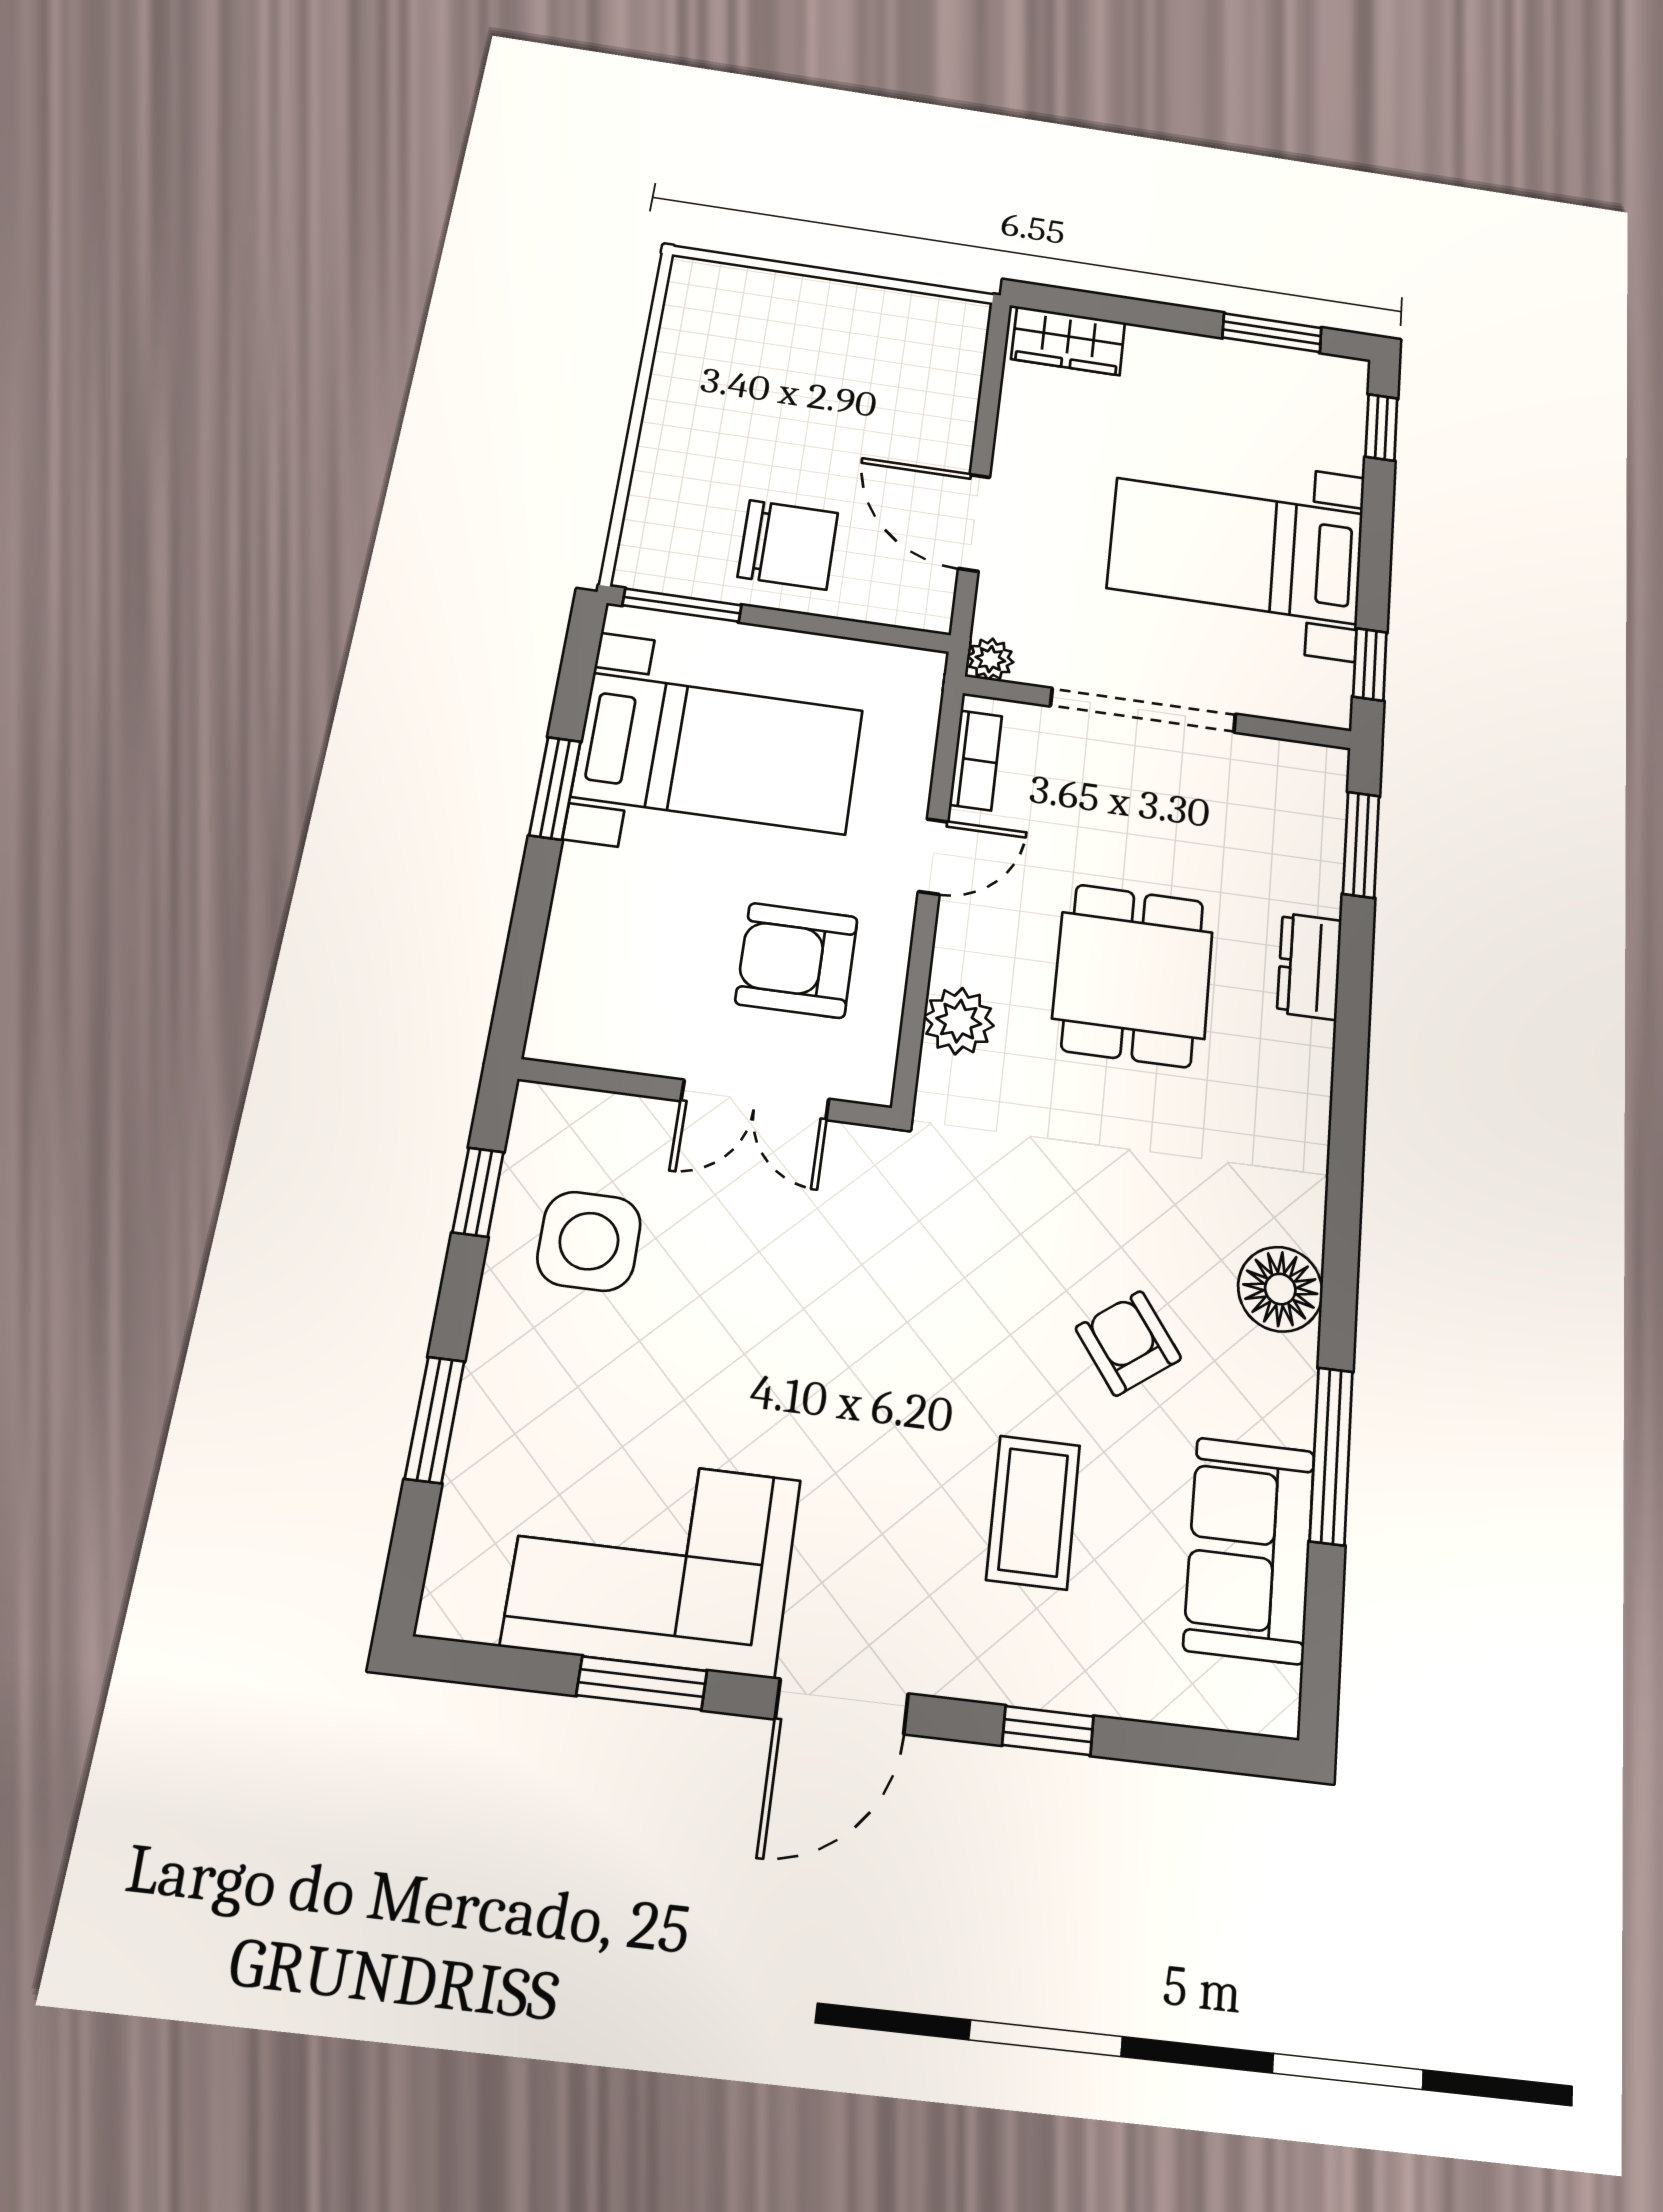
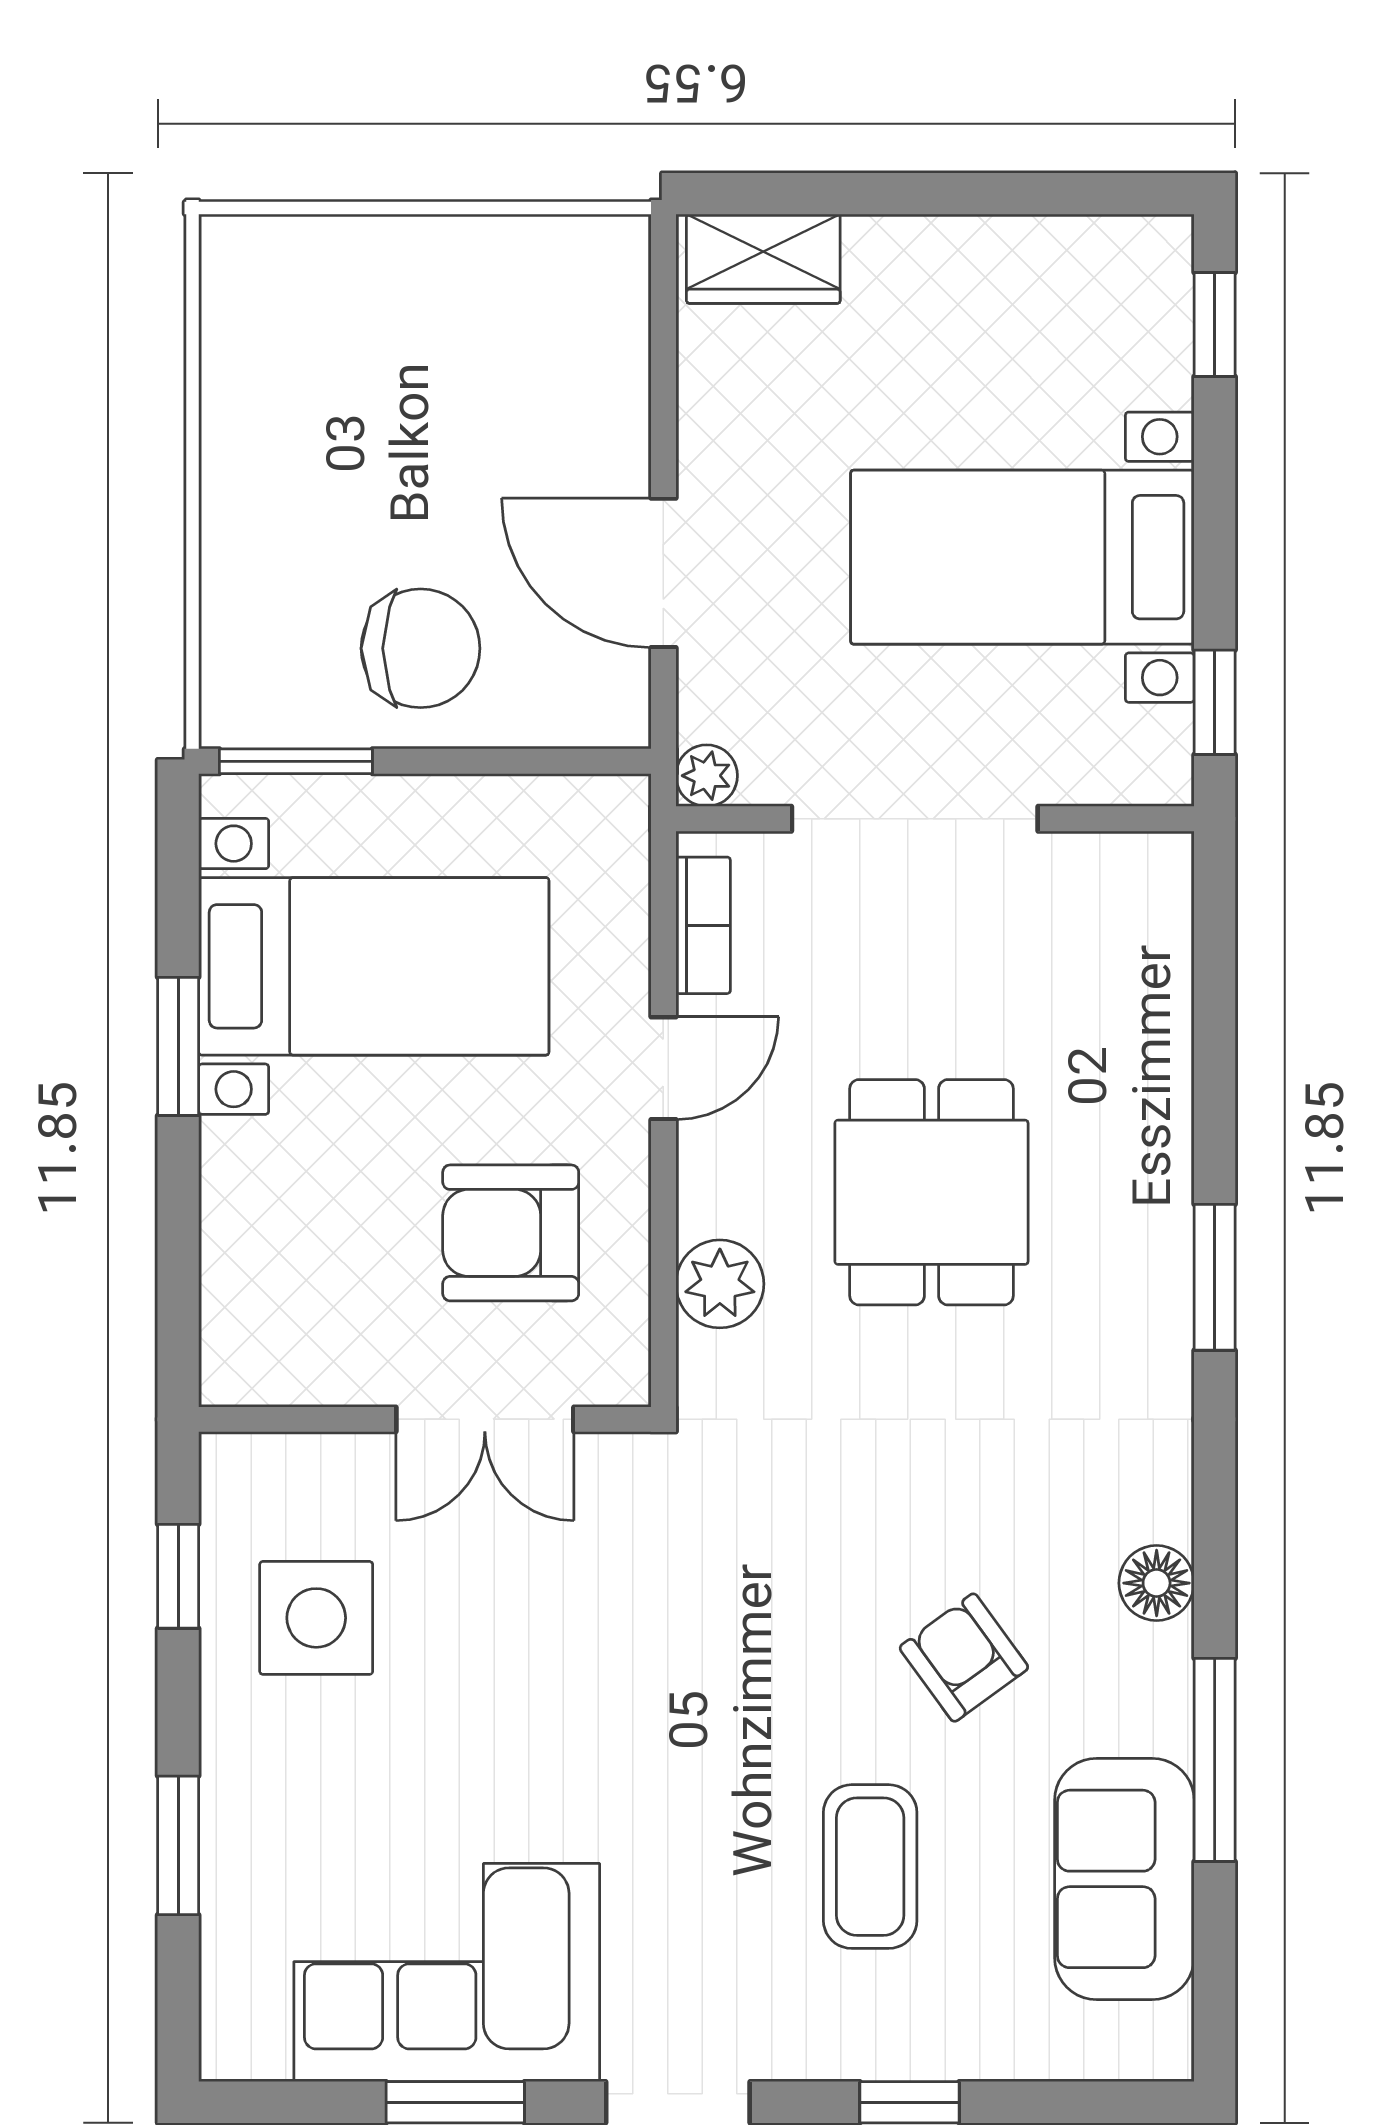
window: (1272, 333) -> (1050, 194), removed
window: (1361, 845) -> (1215, 1277), moved
dresser: (1309, 966) -> (1156, 1148), removed
floor lamp: (1280, 1289) -> (1157, 1583), width x0.73, depth x0.73

